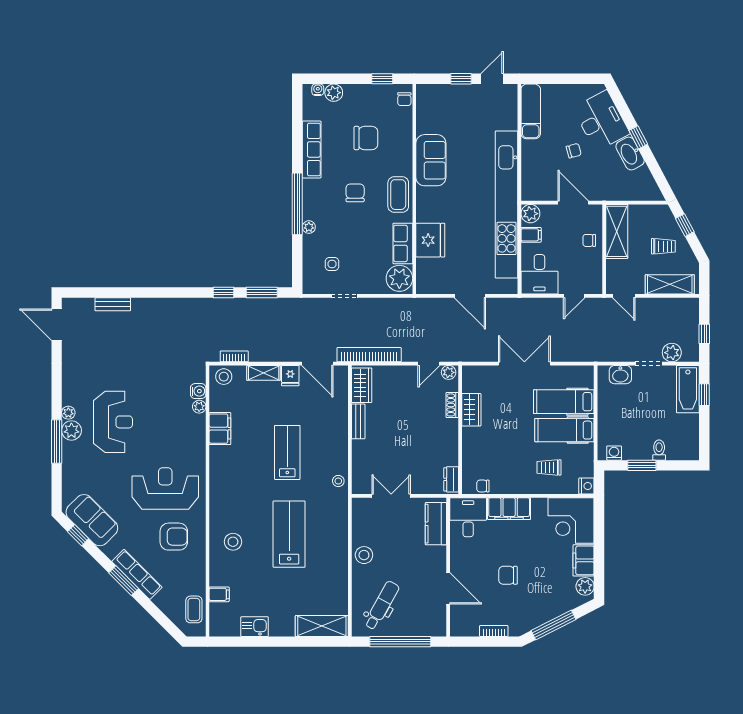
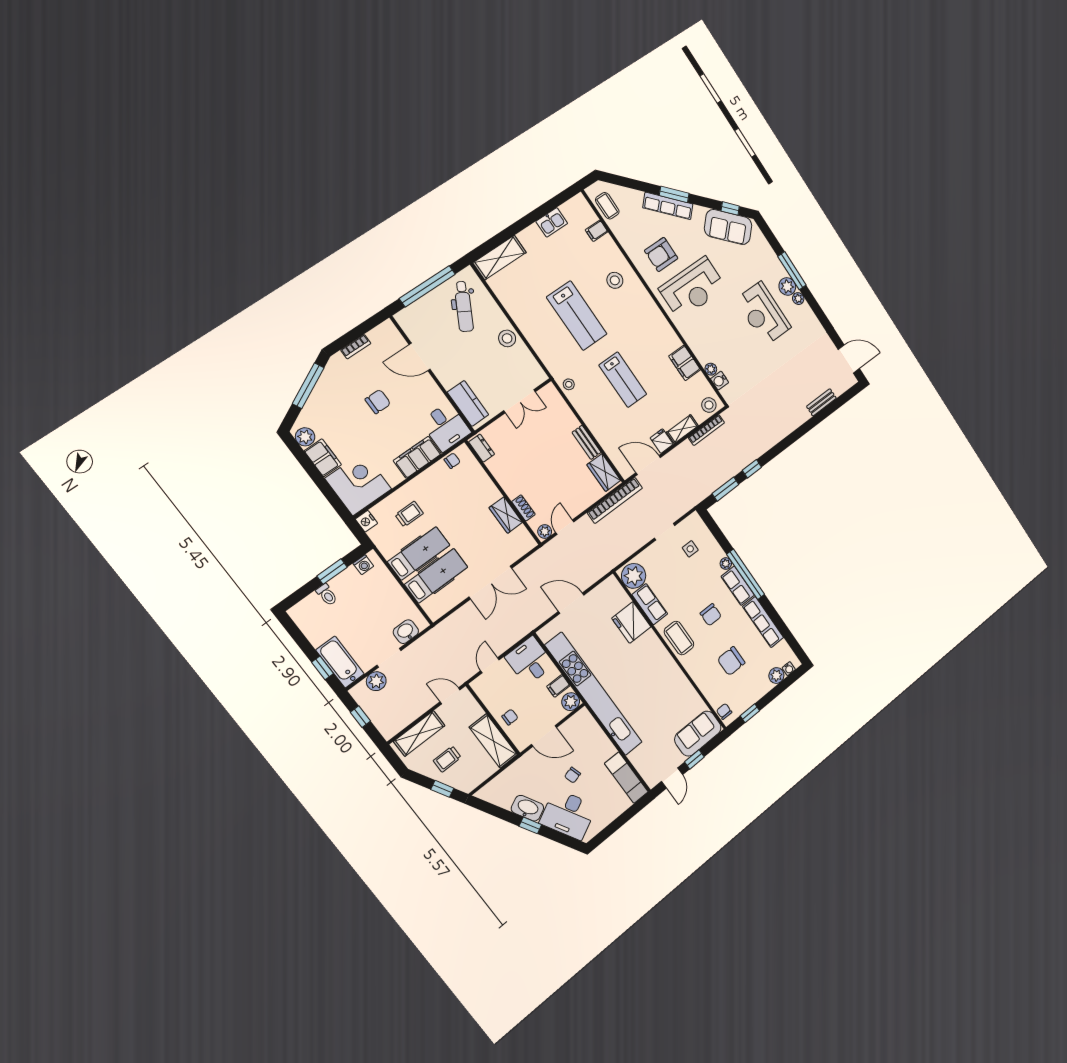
sofa: (431, 160) -> (698, 734), moved, turned 90
row of seats: (312, 199) -> (738, 586), added
bookcase: (234, 356) -> (706, 430), width x1.56

